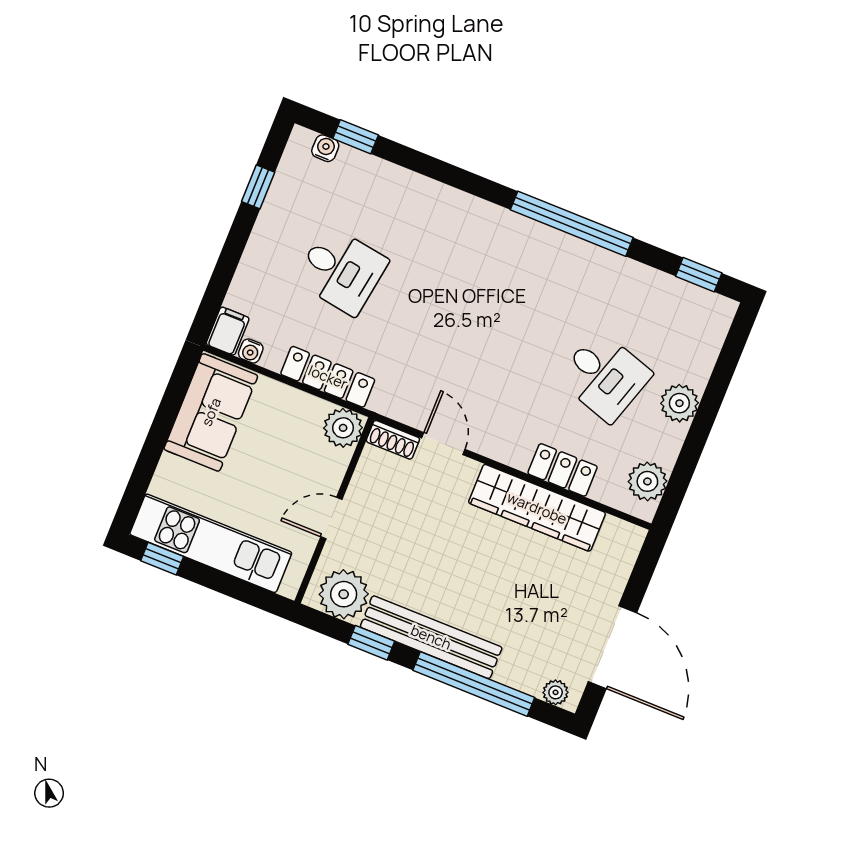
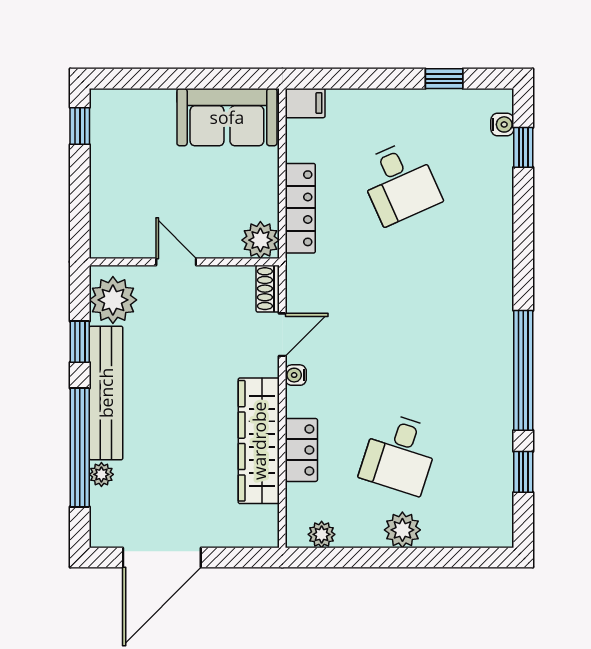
desk: (341, 270) -> (400, 182), turned -33
window: (699, 275) -> (523, 472), moved
water cooler: (251, 351) -> (296, 375), moved
plant: (647, 481) -> (322, 534), width x0.73, depth x0.73
kitchen unit: (211, 543) -> (111, 164), removed
plant: (556, 692) -> (101, 474), moved

